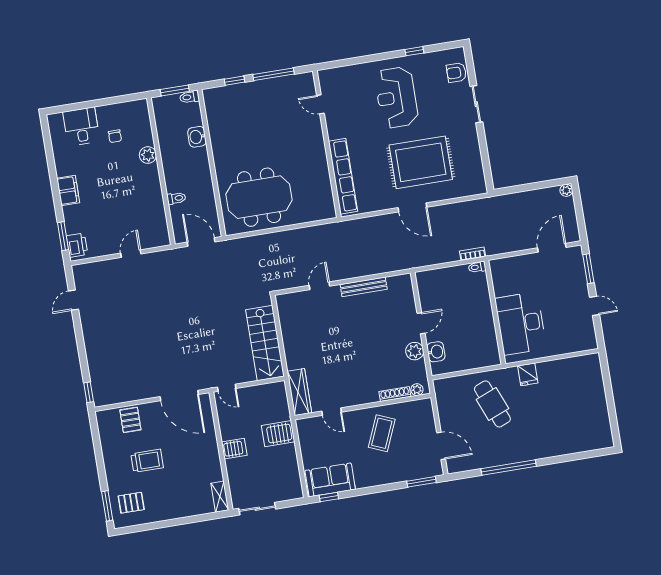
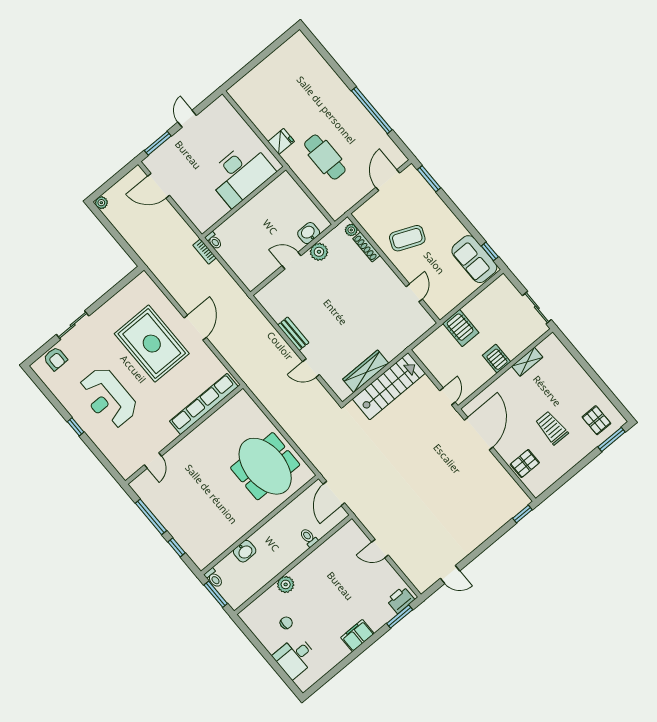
window: (414, 51) -> (76, 427), moved
reception desk: (396, 97) -> (108, 398), turned 90
bench: (364, 287) -> (293, 334), width x0.73
wardrobe: (299, 392) -> (366, 371), moved
cafe table: (492, 404) -> (325, 157), turned -68
shelving: (220, 497) -> (527, 362), moved

